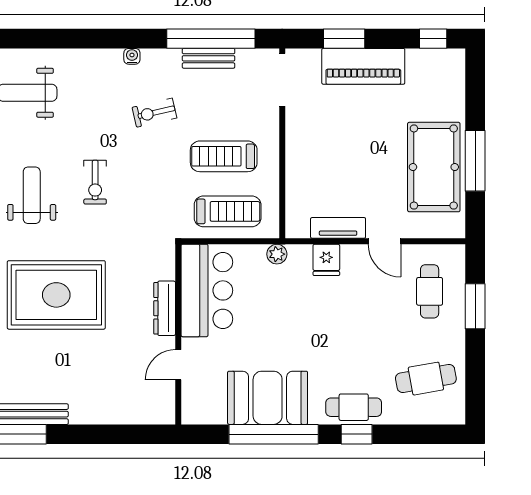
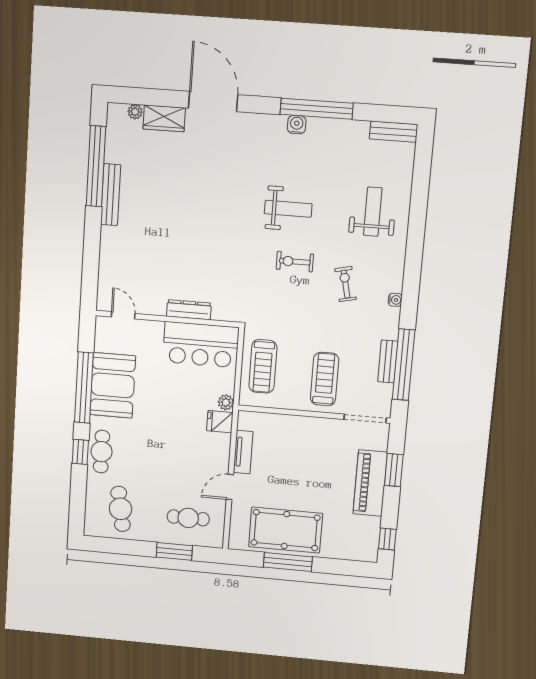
exercise bike: (154, 113) -> (346, 284), moved
treadmill: (224, 156) -> (325, 379), moved
fridge: (326, 260) -> (220, 422), moved
rug: (56, 295) -> (206, 223), removed
door: (178, 365) -> (123, 315), moved

